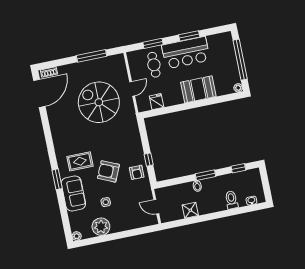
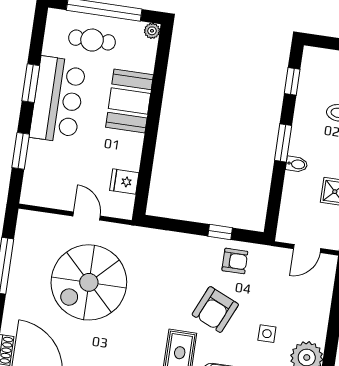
cafe table: (154, 65) -> (92, 40), moved

